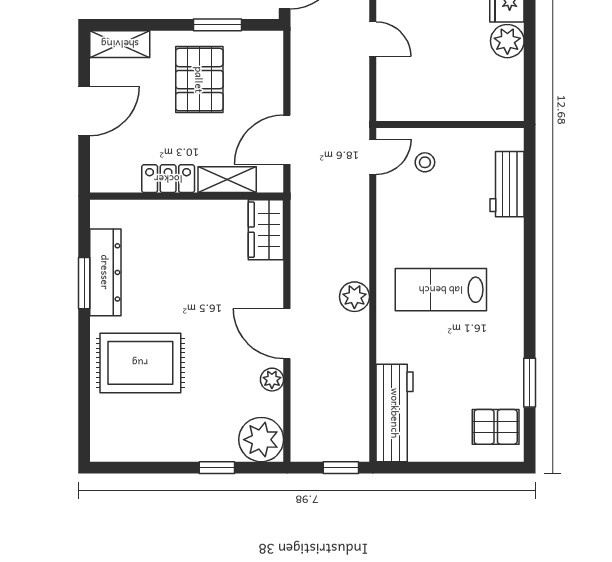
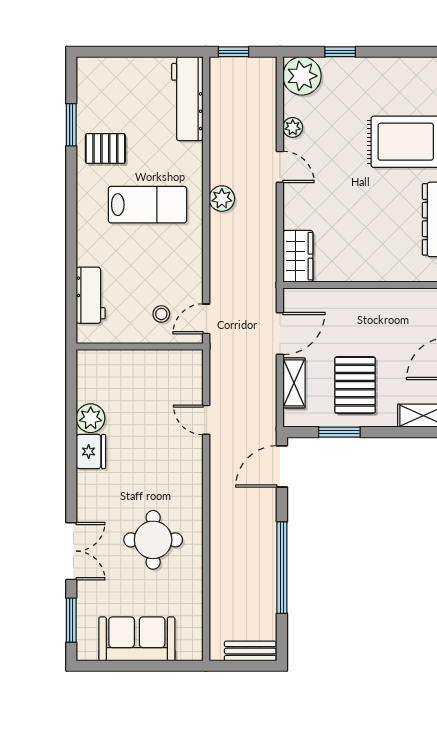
locker: (168, 179) -> (382, 300), removed
shelving: (227, 180) -> (294, 383), moved, turned 90
door: (287, 334) -> (280, 167), width x0.73
pallet: (496, 427) -> (105, 149), moved

